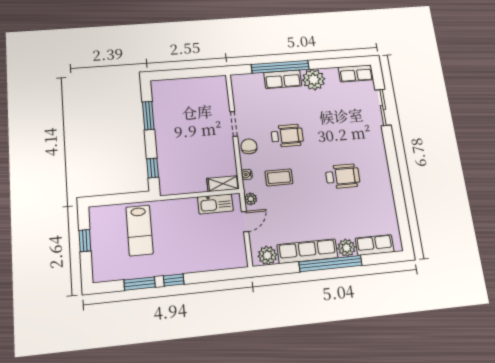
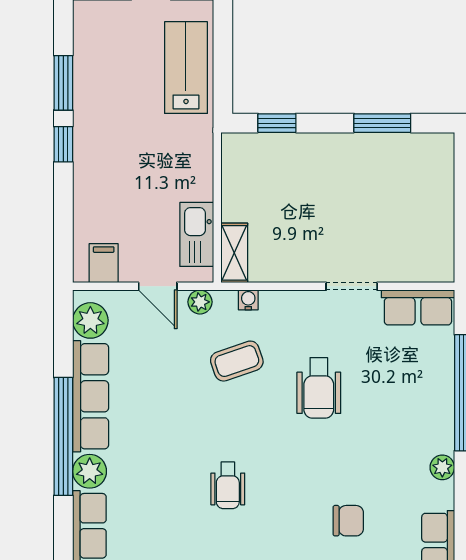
row of seats: (283, 79) -> (418, 307), moved, turned -90
plant: (314, 80) -> (442, 467), width x0.53, depth x0.53
chair: (249, 146) -> (348, 521), moved
wheelchair: (343, 176) -> (228, 485), width x0.73, depth x0.73
coffee table: (279, 177) -> (237, 361), turned 71
lab bench: (139, 230) -> (186, 68), moved, turned 90
filing cabinet: (236, 251) -> (104, 263), added

